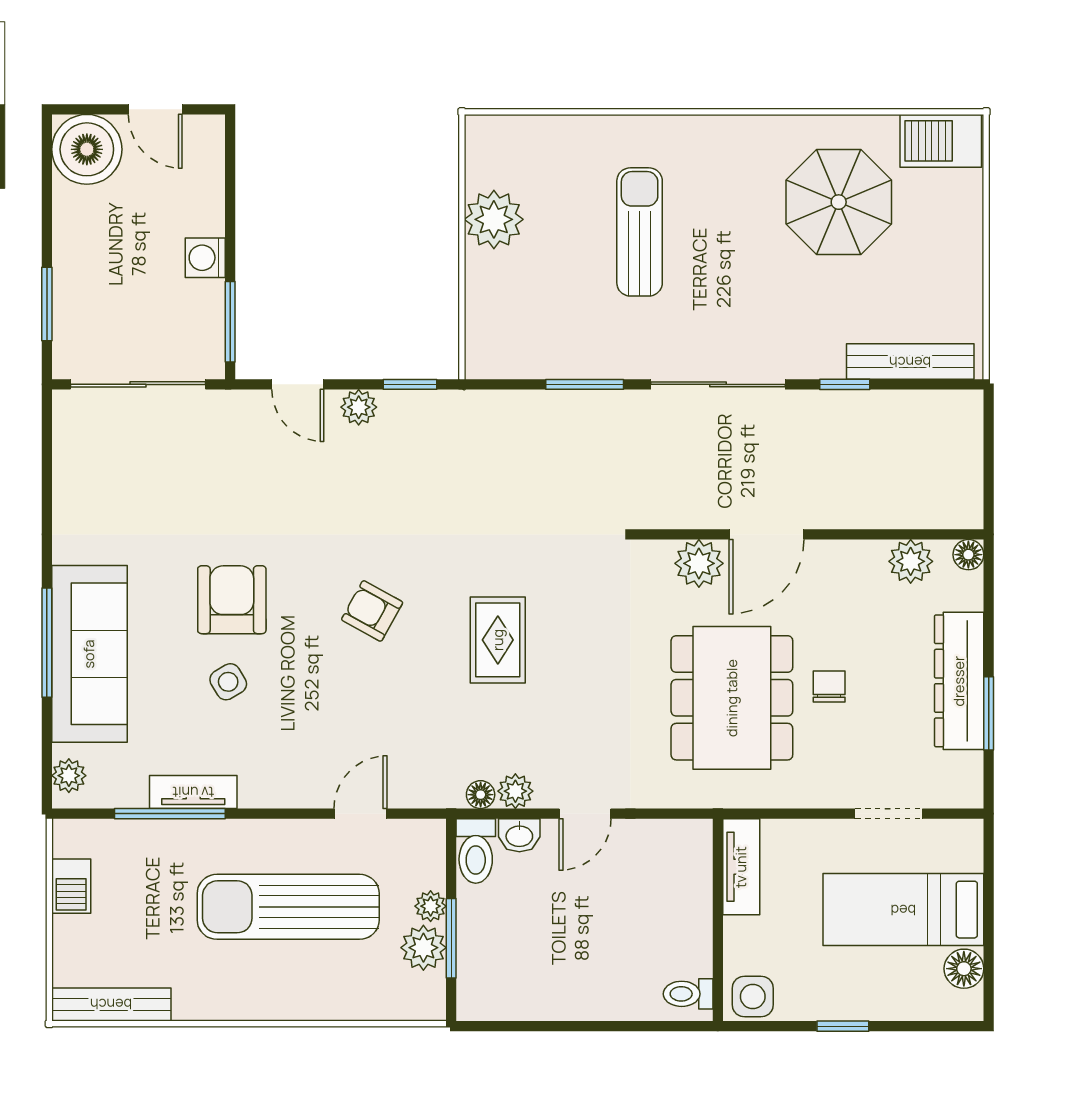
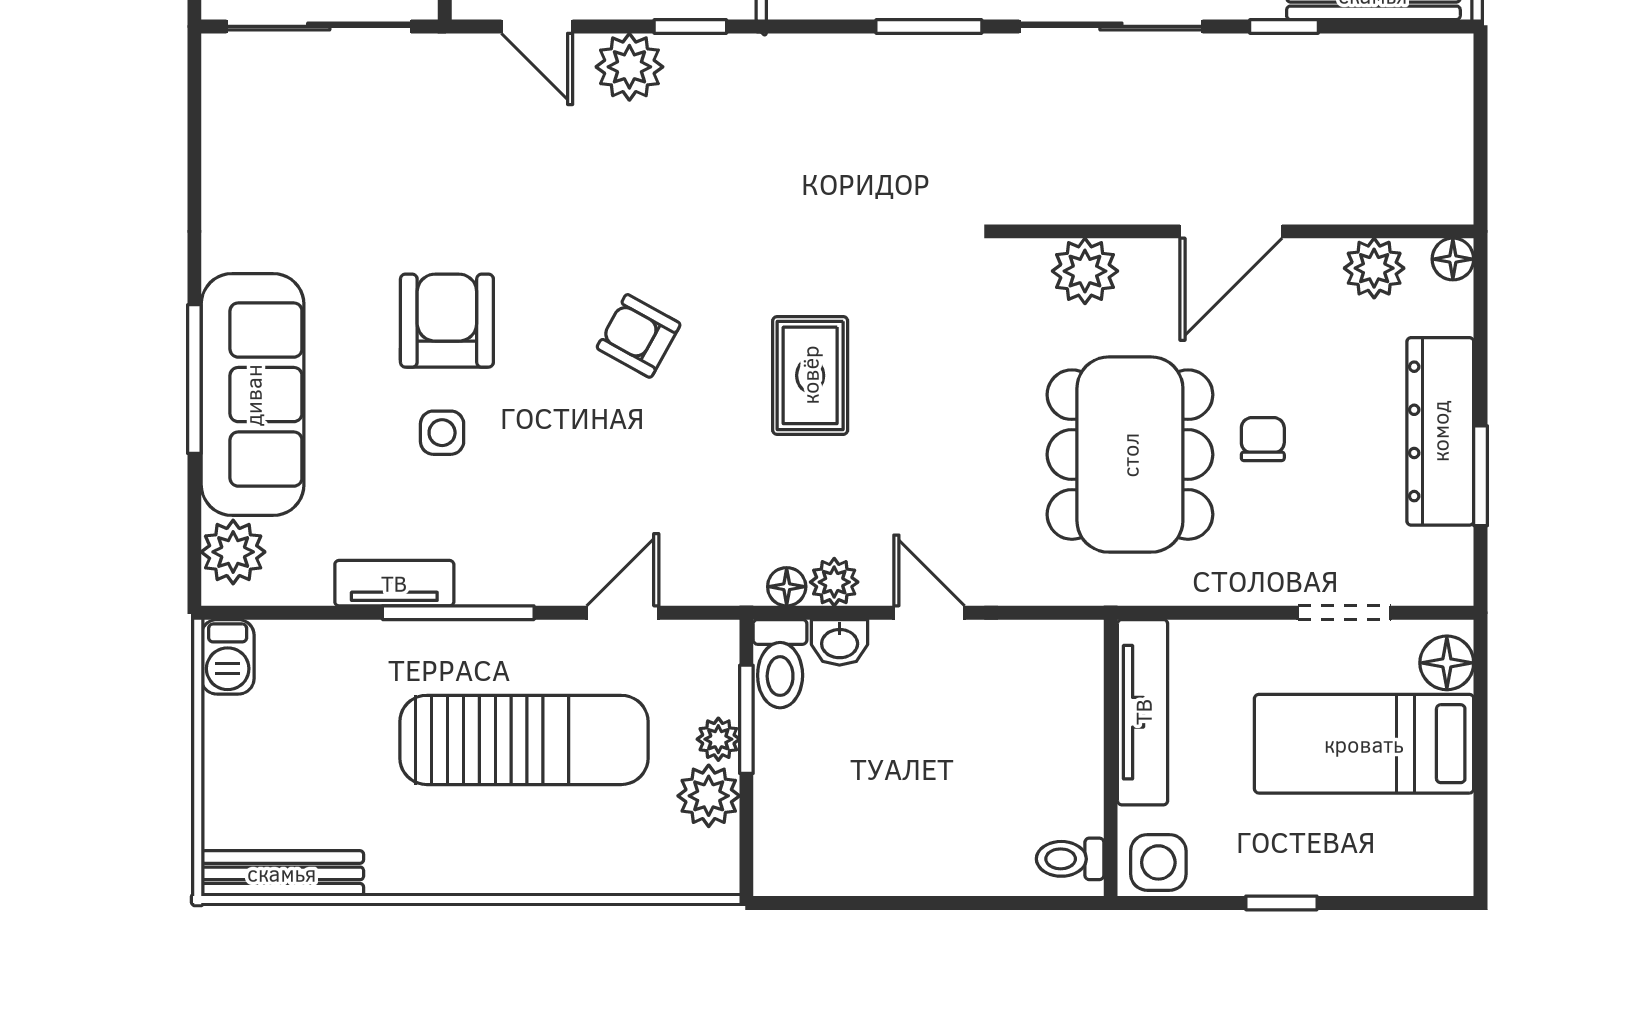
plant: (359, 407) -> (629, 67), width x1.38, depth x1.38
door: (767, 534) -> (1231, 231), moved
side table: (228, 682) -> (442, 433), turned 31
plant: (69, 776) -> (233, 552), width x1.38, depth x1.38
window: (170, 814) -> (458, 613), moved
door: (585, 814) -> (929, 613), swing flipped
tv unit: (741, 867) -> (1143, 712), width x1.41
barbecue: (71, 886) -> (228, 657), moved
sun lounger: (288, 907) -> (524, 740), turned 180
window: (451, 938) -> (746, 719), moved
floor lamp: (964, 969) -> (1447, 663), moved

